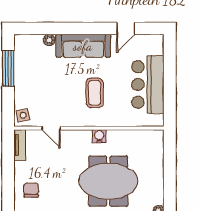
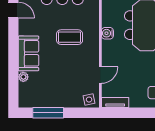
sofa: (83, 46) -> (29, 53), width x0.73

